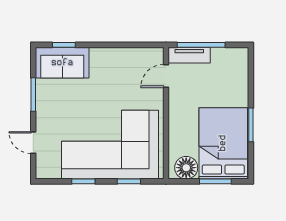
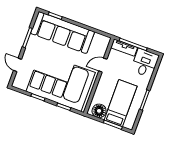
sofa: (62, 63) -> (63, 33), width x1.85, depth x1.27
desk: (230, 67) -> (145, 63), added
door: (166, 76) -> (103, 65), moved
bed: (223, 143) -> (121, 103), width x0.67

